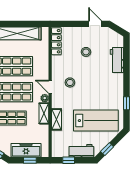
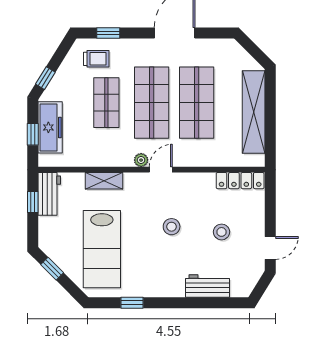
stool: (70, 82) -> (172, 227), moved
shelving: (44, 113) -> (114, 159), removed
workbench: (81, 151) -> (49, 194), moved

